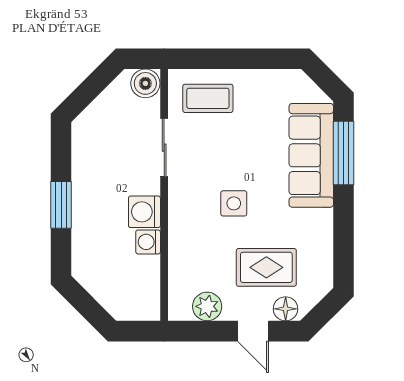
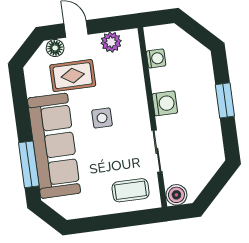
sofa: (311, 155) -> (54, 146), width x1.36, depth x1.27
washing machine: (148, 242) -> (156, 58), moved

